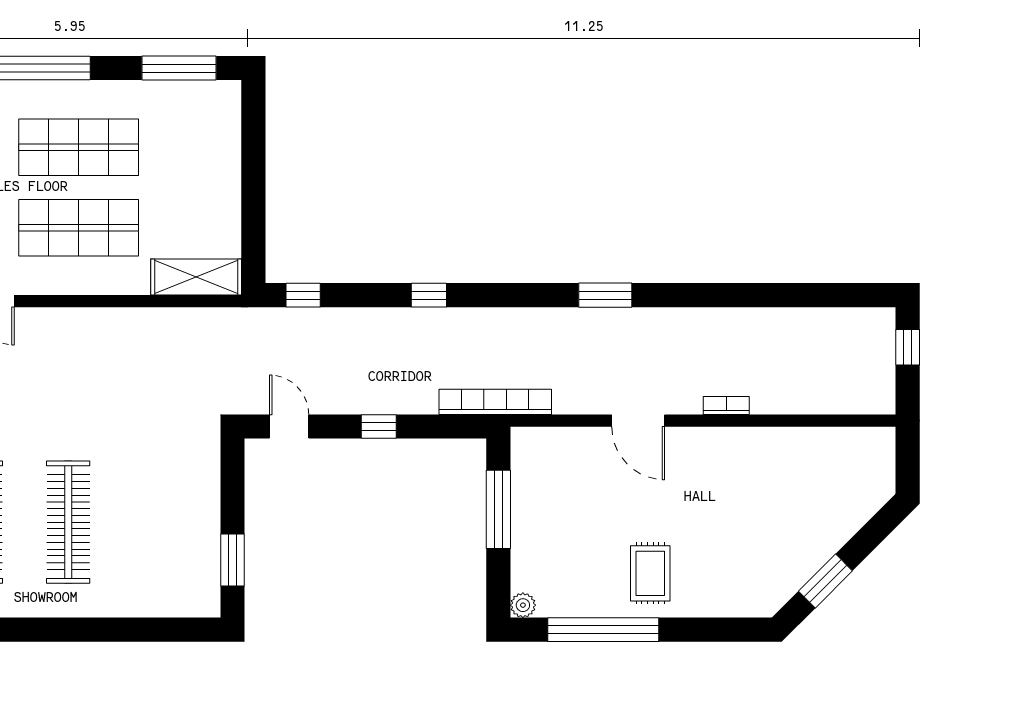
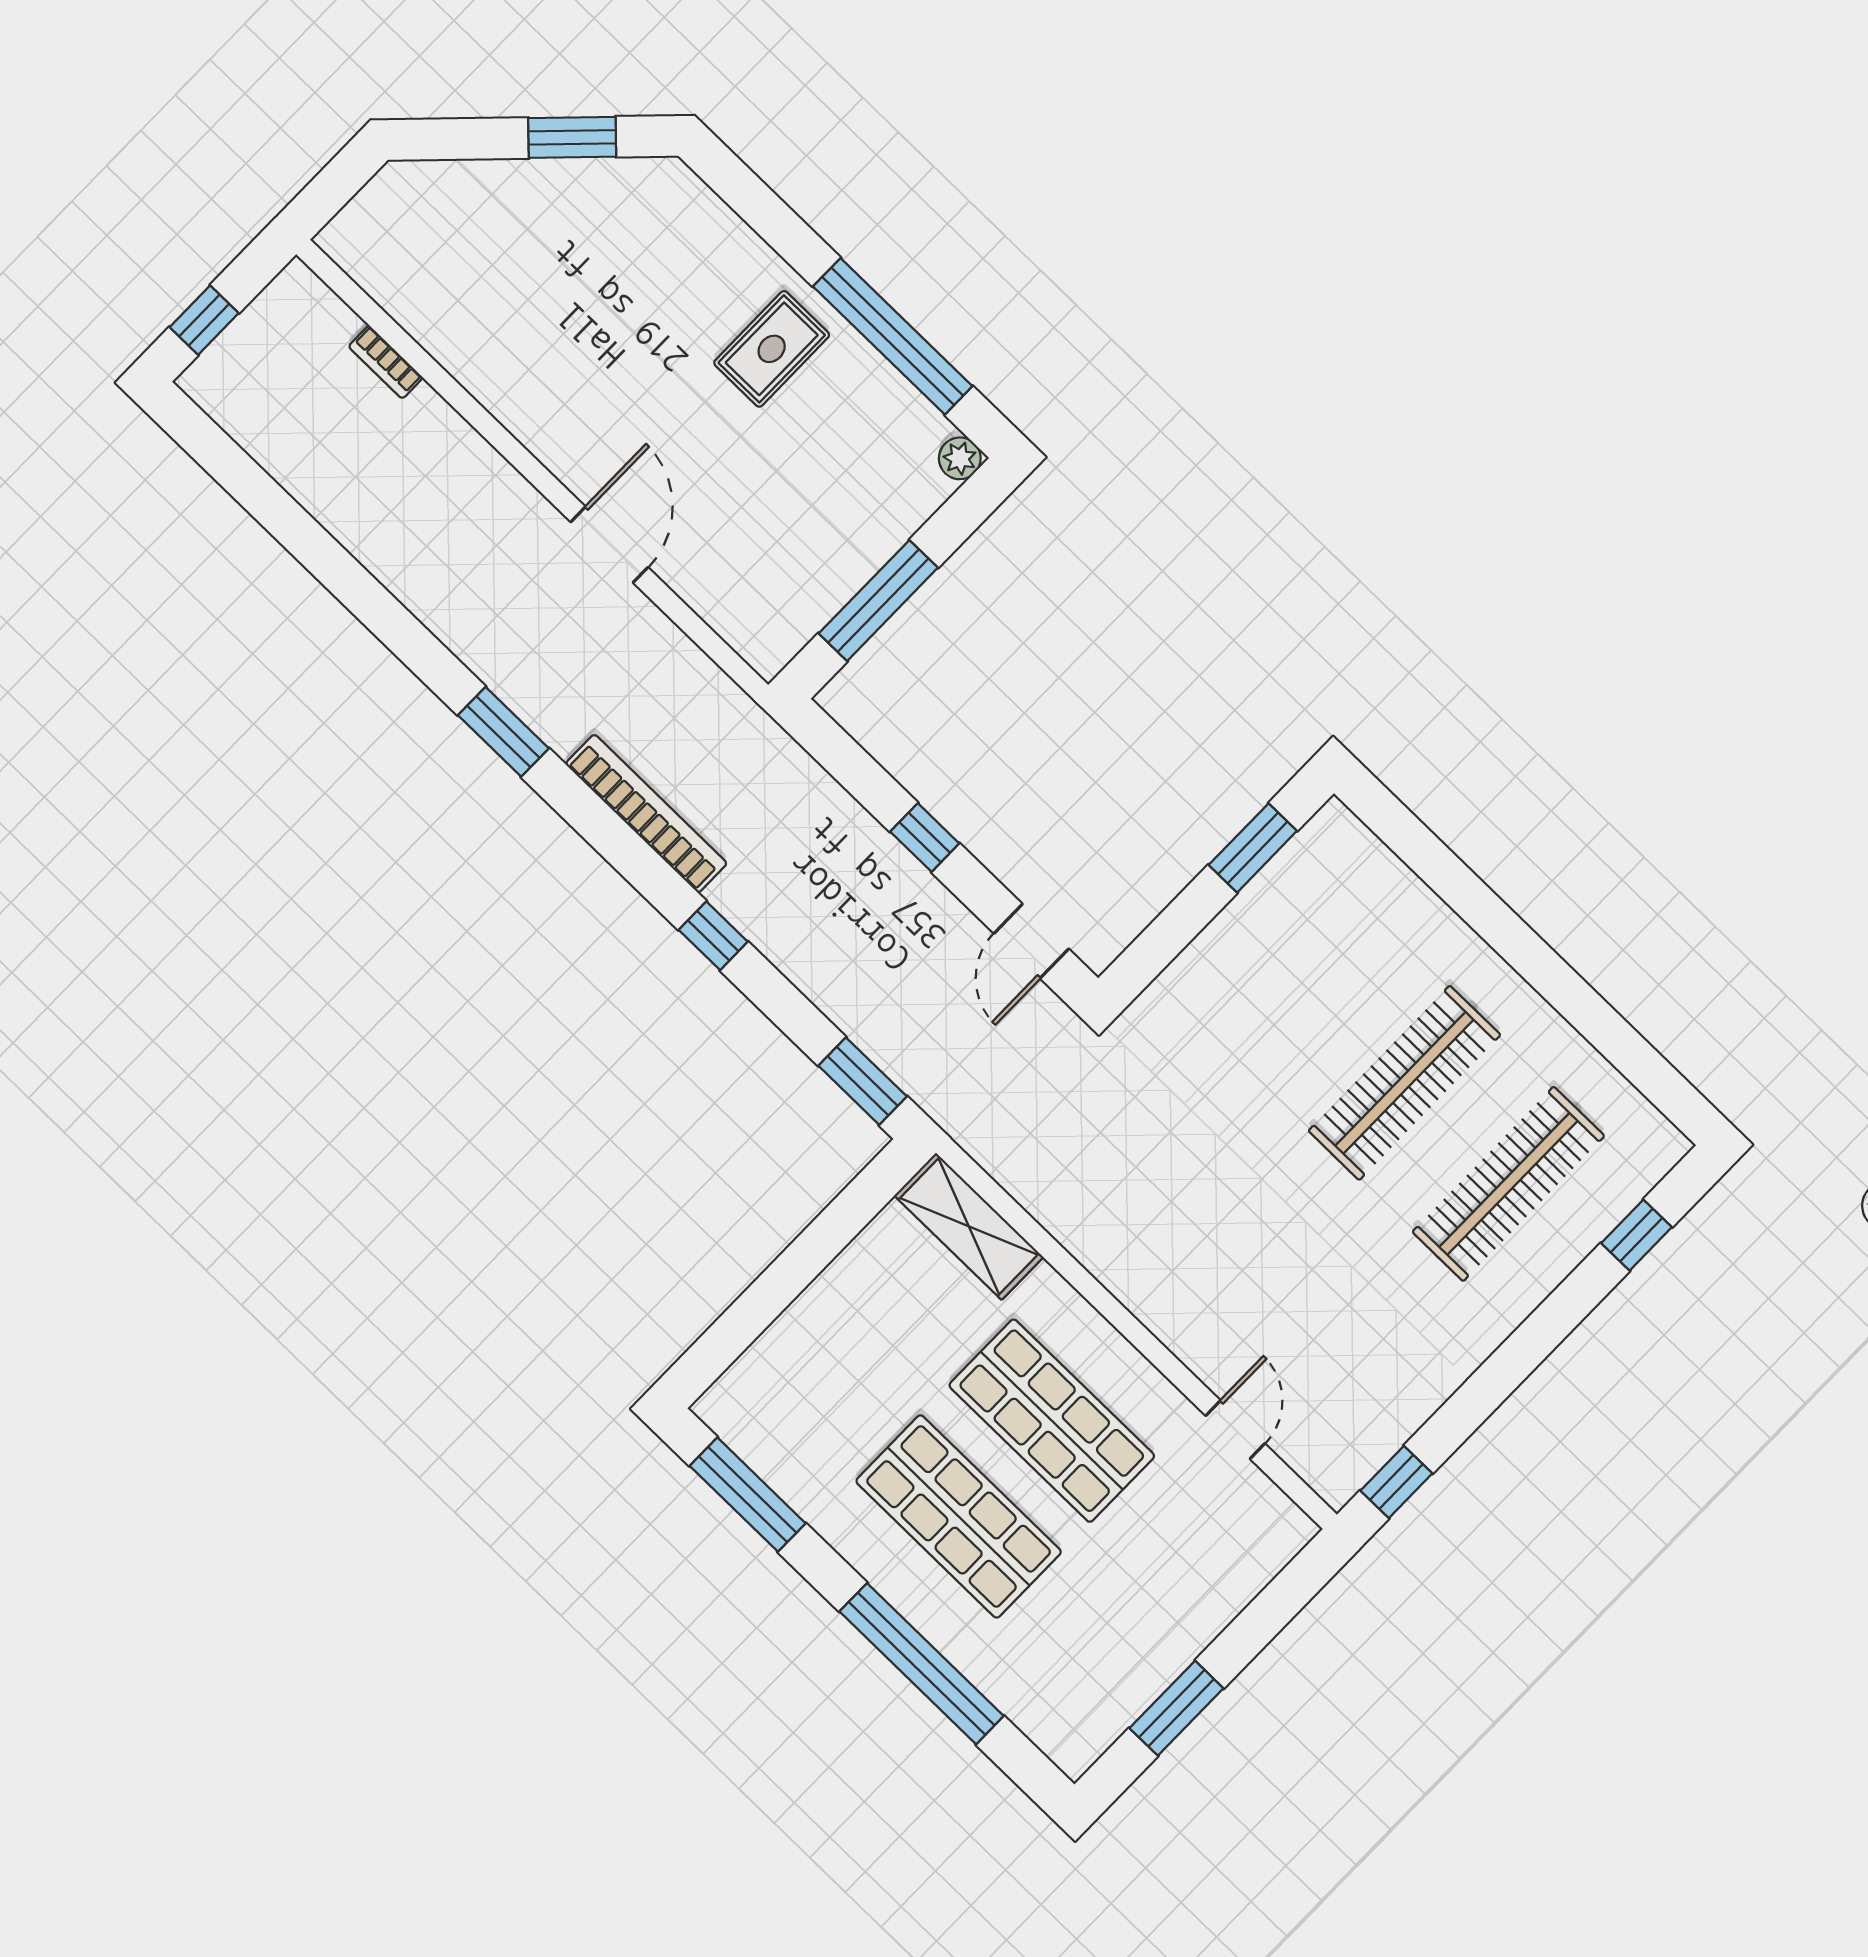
window: (303, 295) -> (863, 1081), width x1.50
bookcase: (495, 402) -> (646, 814), moved, turned 180
bookcase: (726, 405) -> (386, 362), moved

